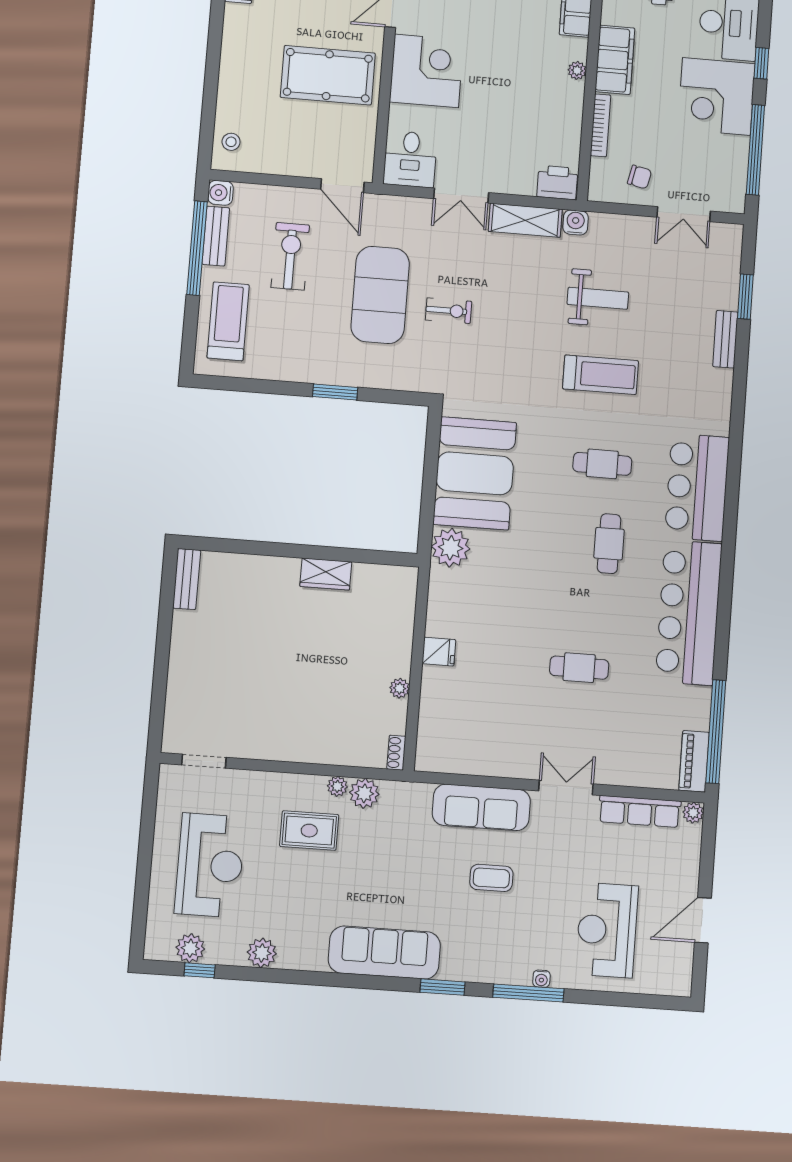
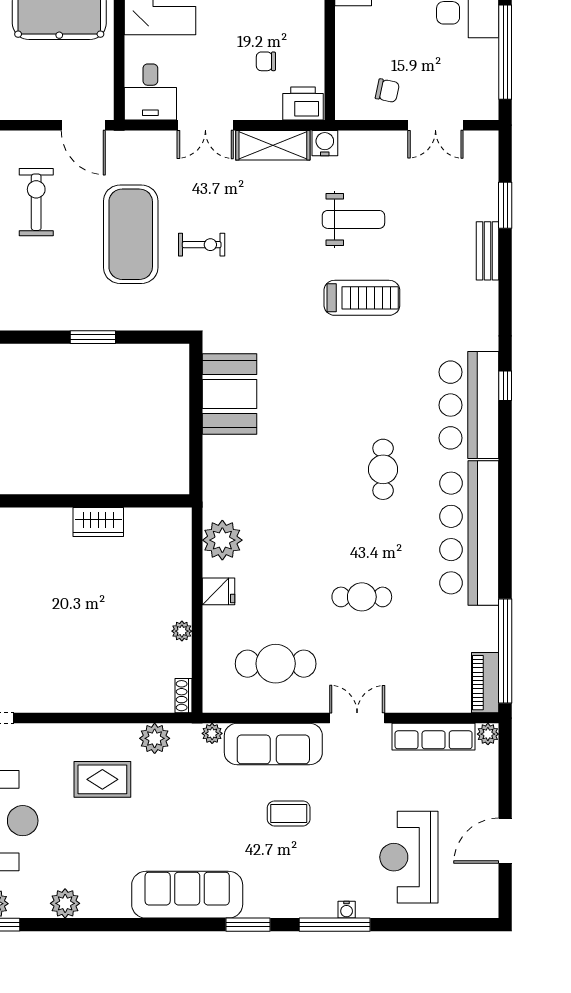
bookcase: (601, 125) -> (343, 40), removed
chair: (524, 139) -> (266, 61), added
cafe table: (602, 464) -> (276, 664), moved, width x1.37, depth x1.35
window: (734, 471) -> (505, 386), added
booth: (475, 473) -> (229, 394), width x0.73, depth x0.70
plant: (451, 548) -> (222, 540), moved
plant: (337, 786) -> (212, 733), moved

